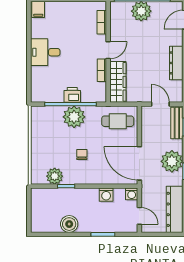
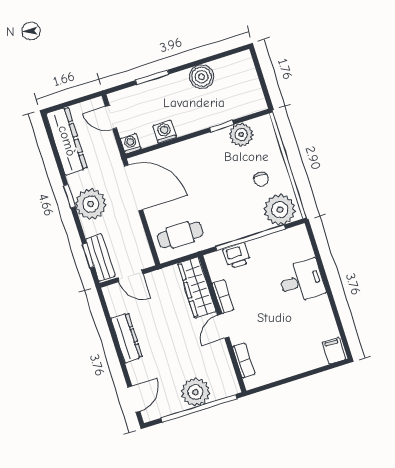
desk: (45, 52) -> (302, 281), moved
printer: (72, 95) -> (237, 256), moved
plant: (74, 117) -> (280, 210), moved
chair: (82, 155) -> (261, 179), moved

